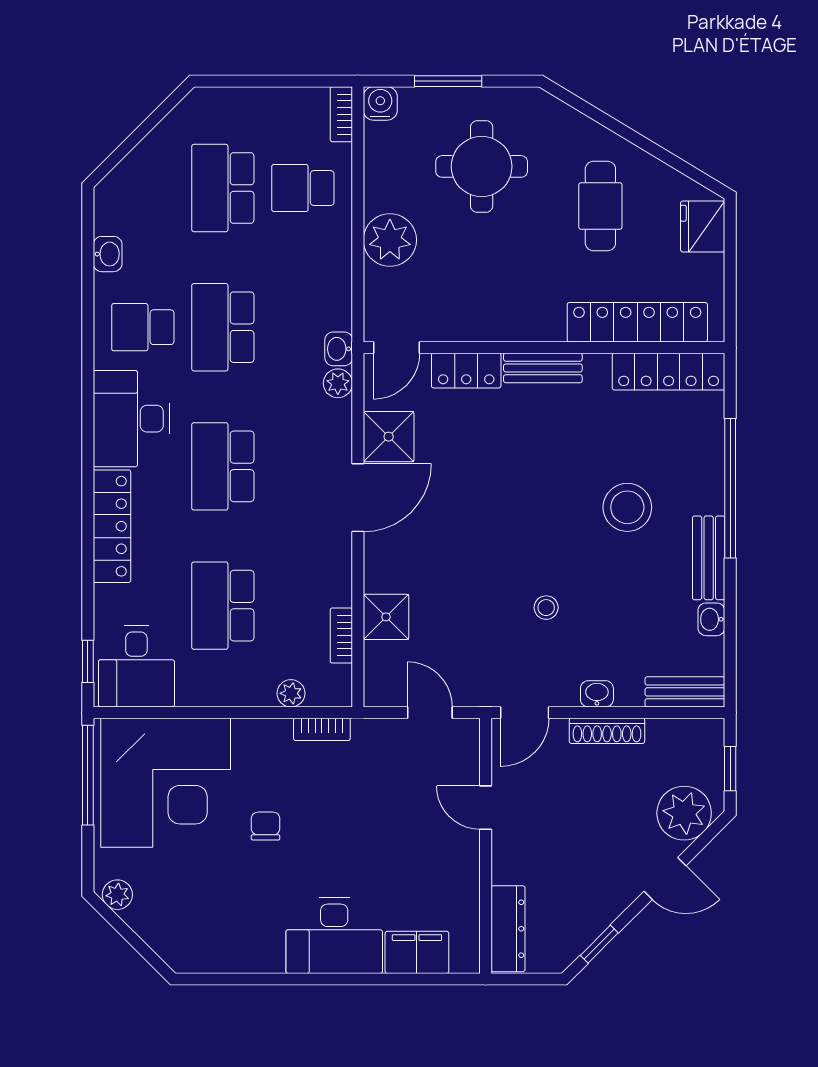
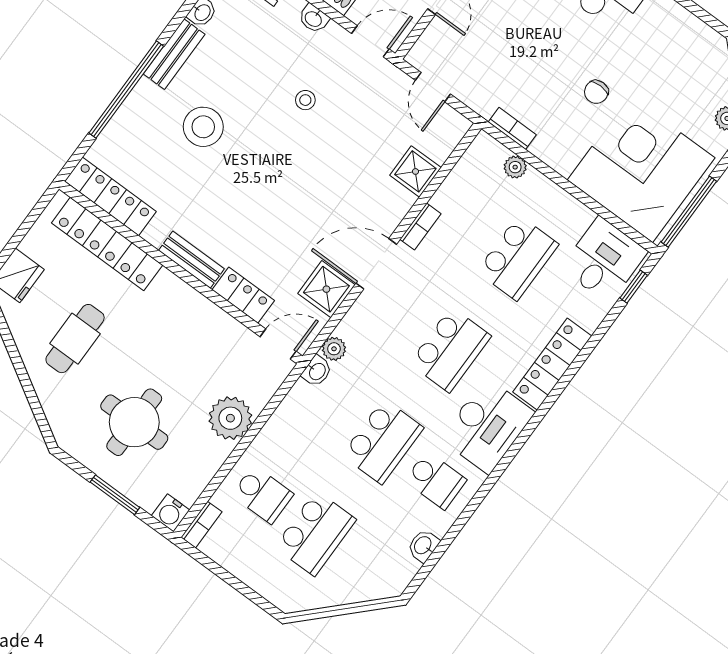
bookcase: (341, 636) -> (420, 226), moved

